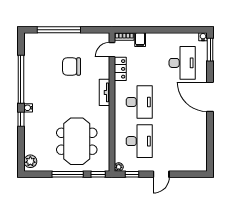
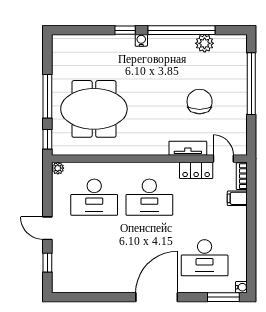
tv unit: (105, 92) -> (188, 148), moved
plant: (30, 161) -> (205, 43), moved
window: (132, 174) -> (47, 263), moved

